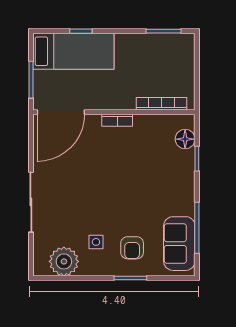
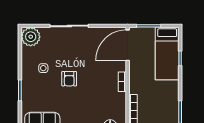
door: (61, 112) -> (128, 45), hinge flipped
armchair: (132, 248) -> (69, 79), moved, turned -90
plant: (64, 261) -> (31, 37), moved

